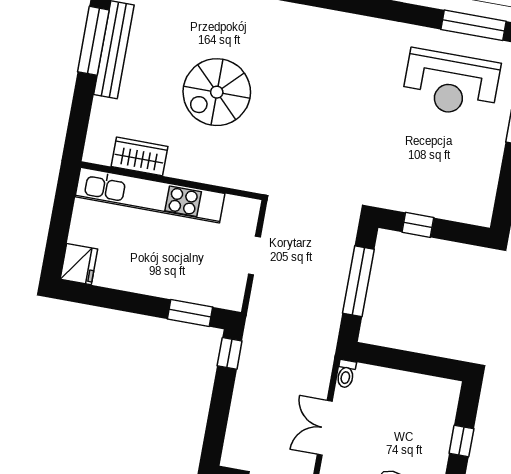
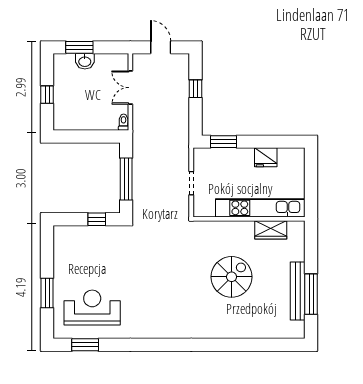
window: (474, 25) -> (85, 345), width x0.69
fridge: (79, 264) -> (266, 157), moved, turned -90
window: (230, 353) -> (195, 89), moved
double door: (325, 428) -> (130, 88), swing flipped

